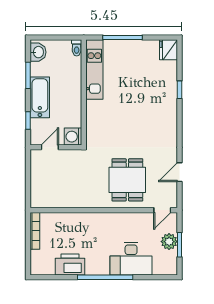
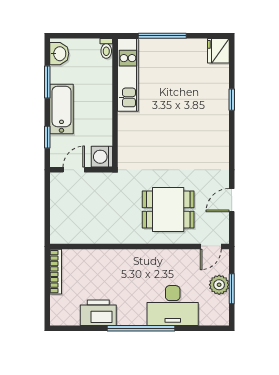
dining table: (127, 180) -> (168, 210), turned 90

